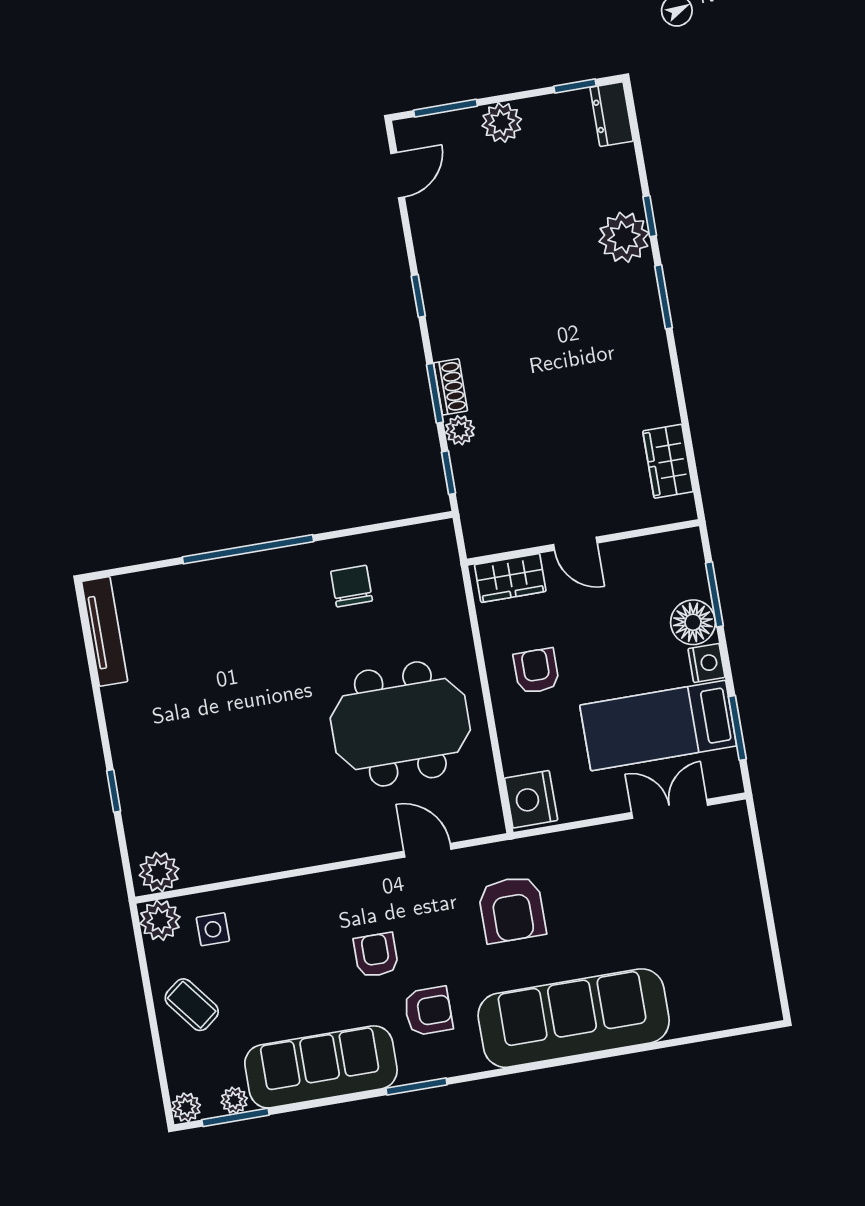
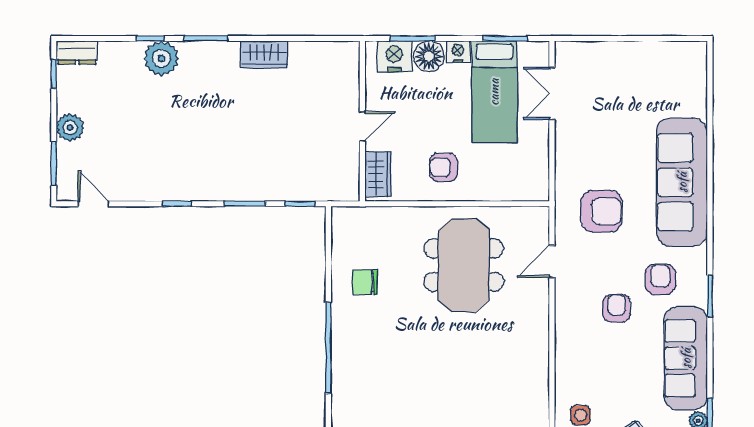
shoe rack: (451, 387) -> (242, 193), removed
plant: (460, 430) -> (272, 191), removed
wardrobe: (668, 461) -> (264, 55), moved
nightstand: (531, 799) -> (394, 57), moved, turned 180
armchair: (376, 955) -> (617, 308), turned 90

